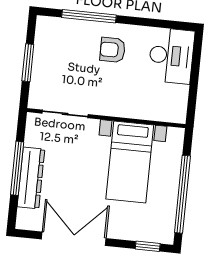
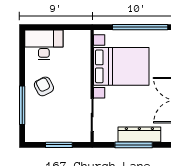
armchair: (113, 50) -> (44, 86), turned 153
bed with nightstands: (130, 162) -> (121, 66), width x1.36

